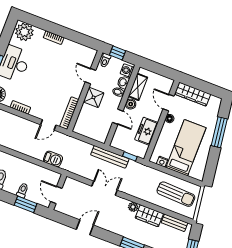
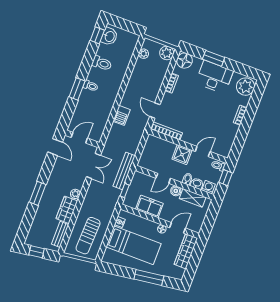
wall: (57, 192) -> (82, 139), moved
door: (56, 195) -> (79, 138), moved

